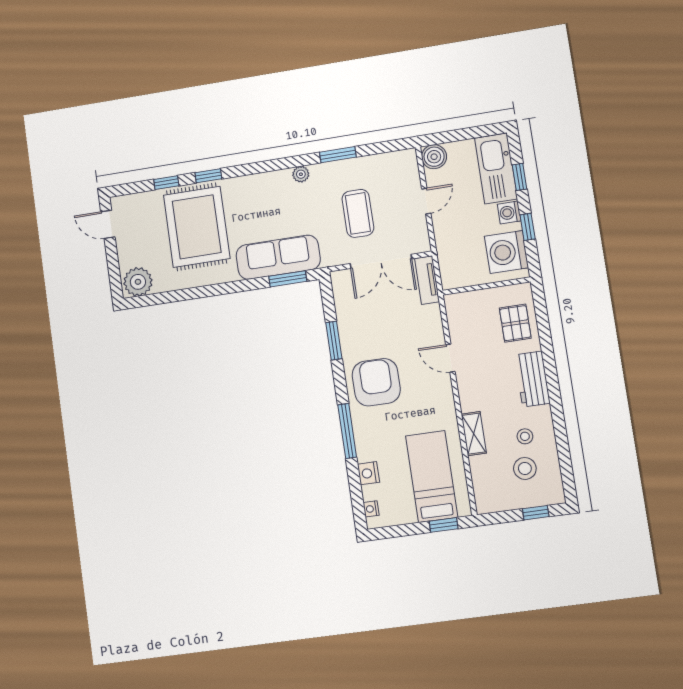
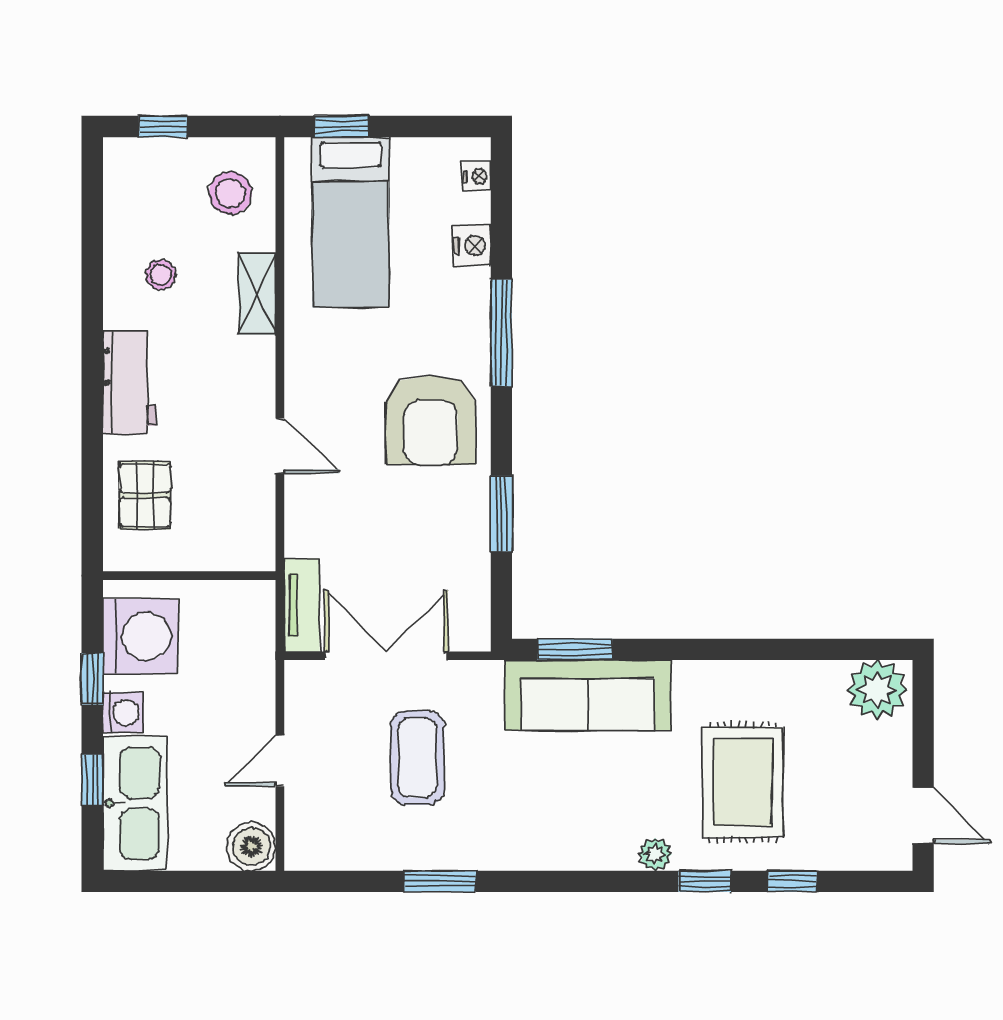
plant: (301, 174) -> (655, 854), moved
rug: (197, 227) -> (743, 782), width x0.73, depth x0.69
stool: (525, 468) -> (230, 193), moved

